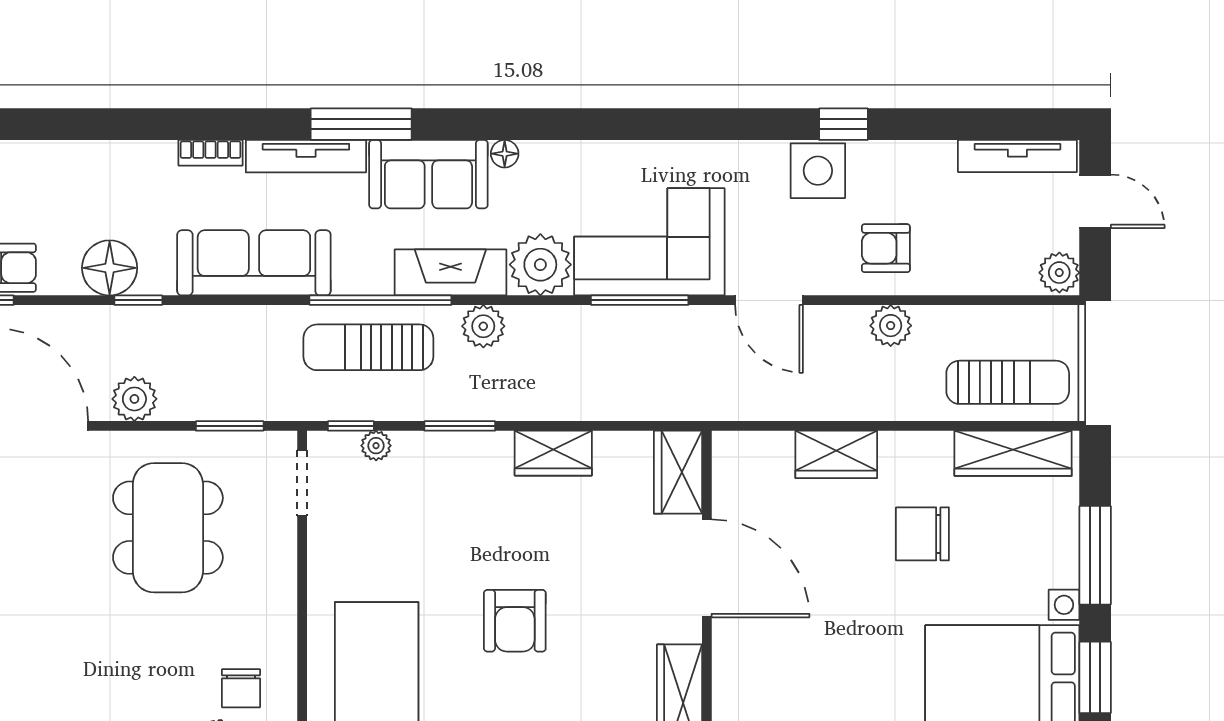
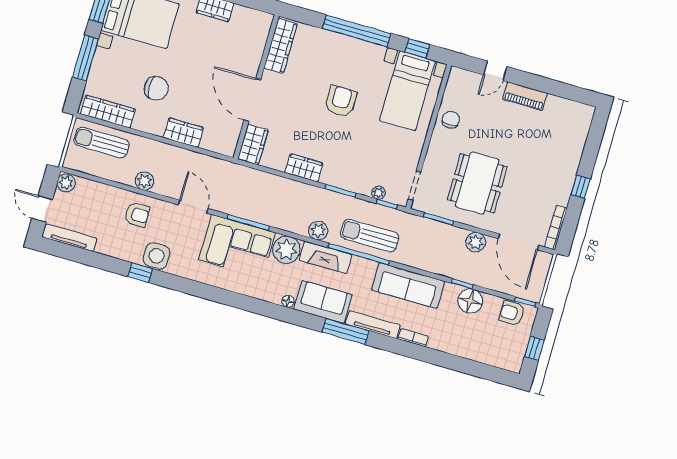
sun lounger: (368, 347) -> (370, 236), turned 180
chair: (241, 688) -> (451, 120), moved

